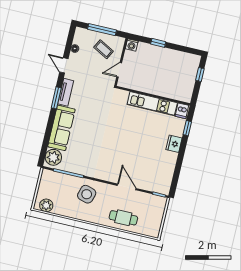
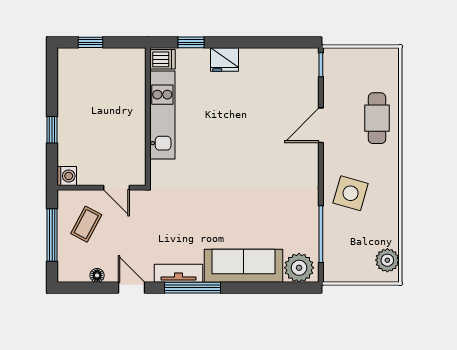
door: (64, 65) -> (131, 288), swing flipped
window: (56, 98) -> (193, 288), width x1.44

